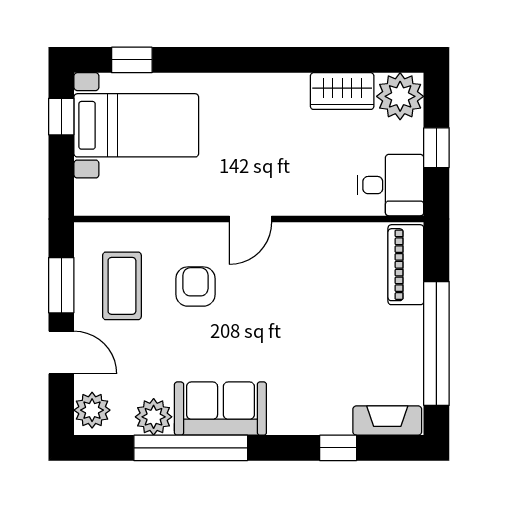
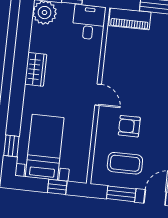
wardrobe: (342, 91) -> (36, 69), moved
window: (61, 117) -> (57, 187), moved

